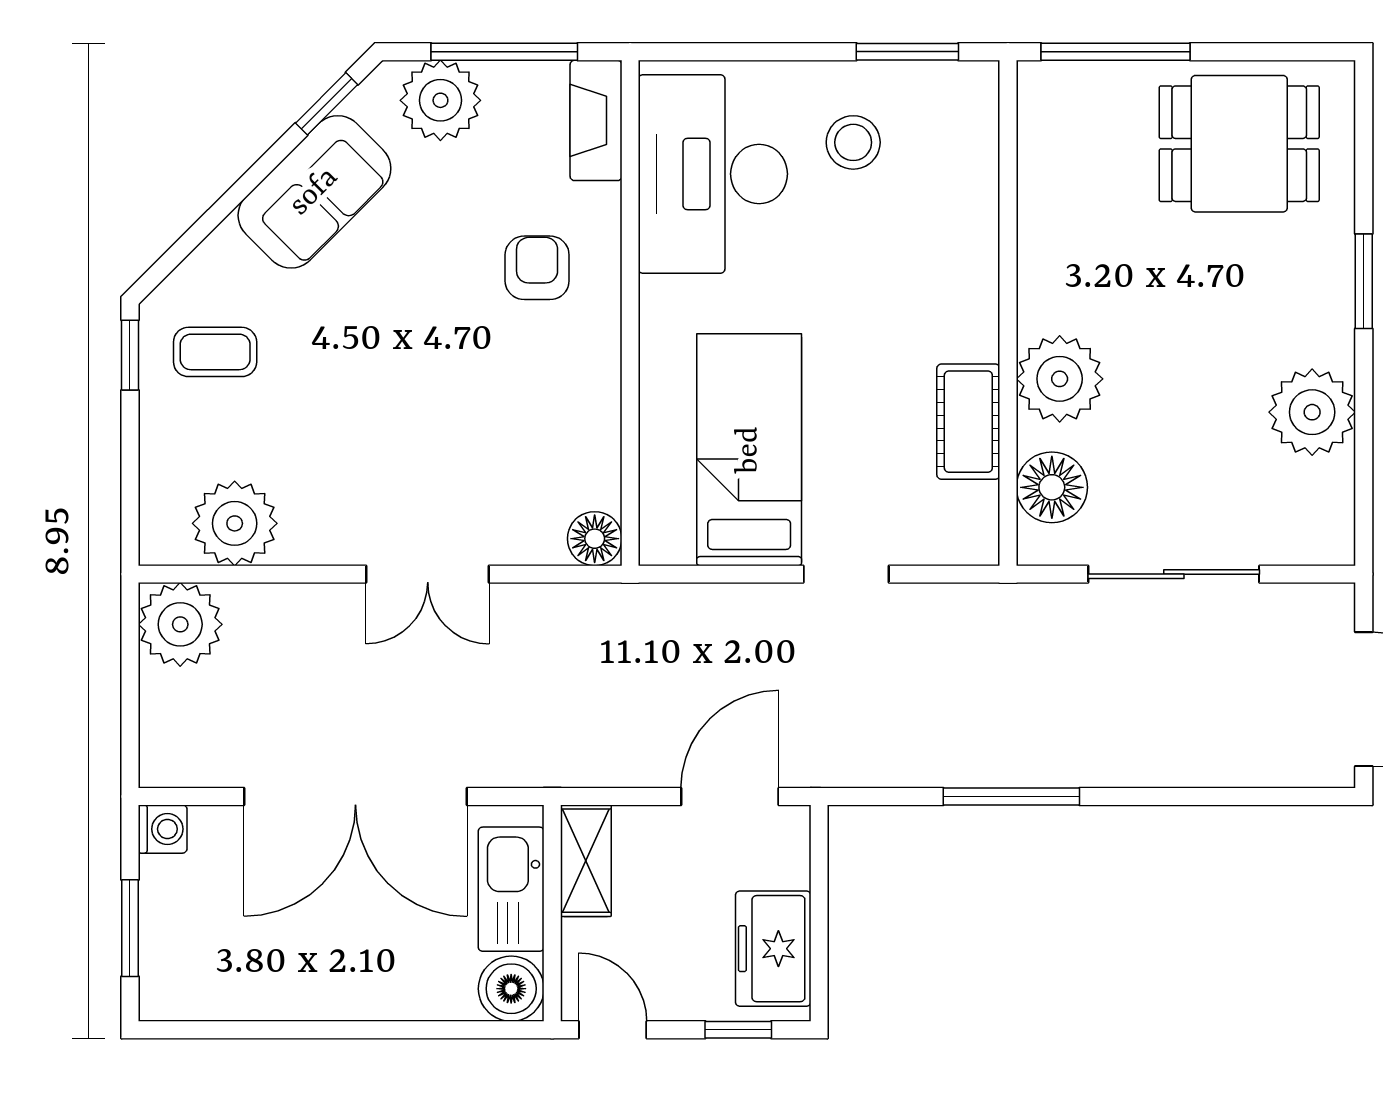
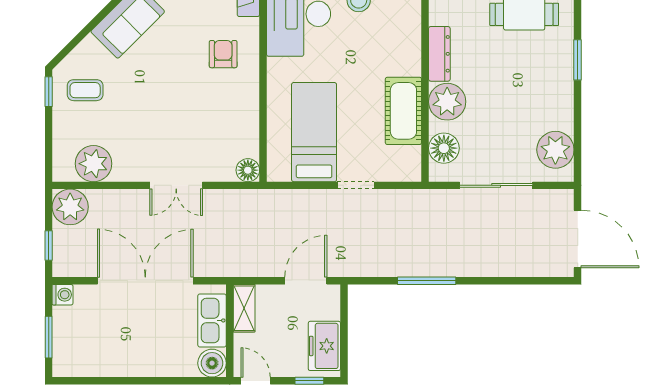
dresser: (1041, 267) -> (439, 54), added
plant: (1312, 412) -> (555, 150), moved
cot: (968, 422) -> (403, 111), width x1.37, depth x1.34
window: (130, 714) -> (49, 246), added
double door: (355, 796) -> (145, 281), swing flipped

